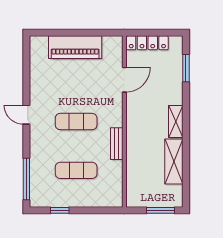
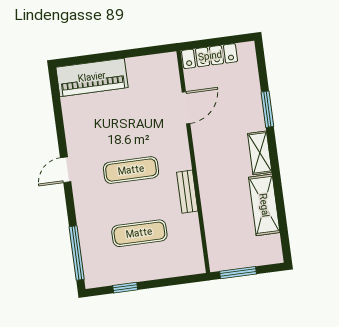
piano: (75, 47) -> (92, 77), moved
window: (186, 68) -> (267, 109), moved
door: (26, 115) -> (66, 170), hinge flipped
window: (160, 210) -> (238, 273), moved

